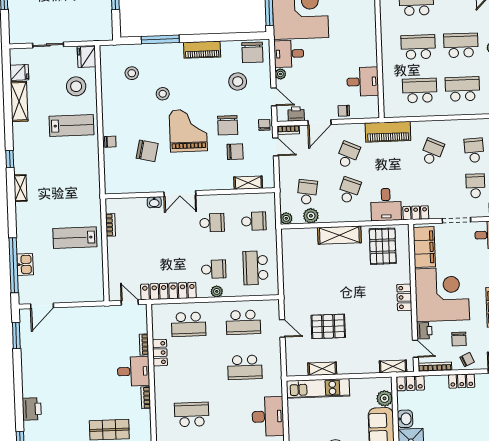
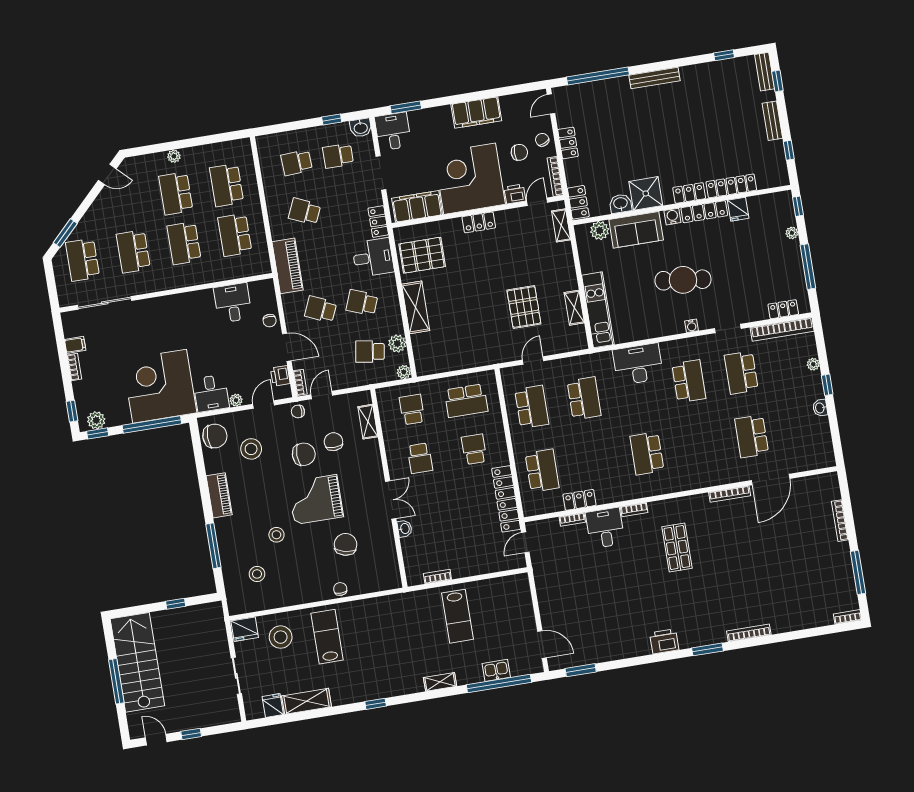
shelving: (20, 188) -> (440, 682), moved
school desk: (212, 223) -> (420, 458), turned 180
plant: (217, 291) -> (500, 442), removed

